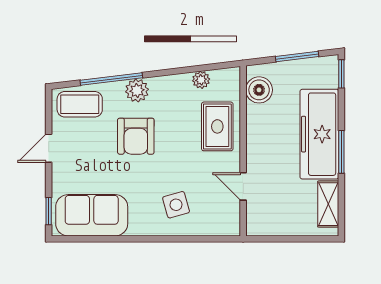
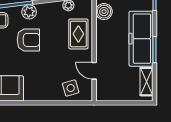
armchair: (136, 136) -> (28, 40), turned -90
side table: (176, 205) -> (71, 88), moved

